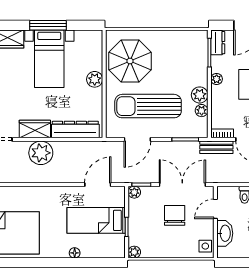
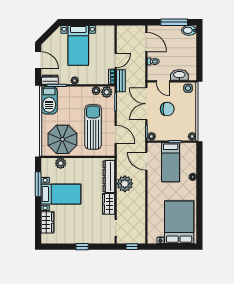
window: (48, 25) -> (38, 184), moved
barbecue: (187, 42) -> (49, 100), added
plant: (95, 79) -> (61, 163), moved
plant: (200, 95) -> (107, 92), moved
sun lounger: (148, 106) -> (93, 127), turned 180
plant: (41, 153) -> (125, 184), moved
chair: (175, 215) -> (167, 109), turned 180

